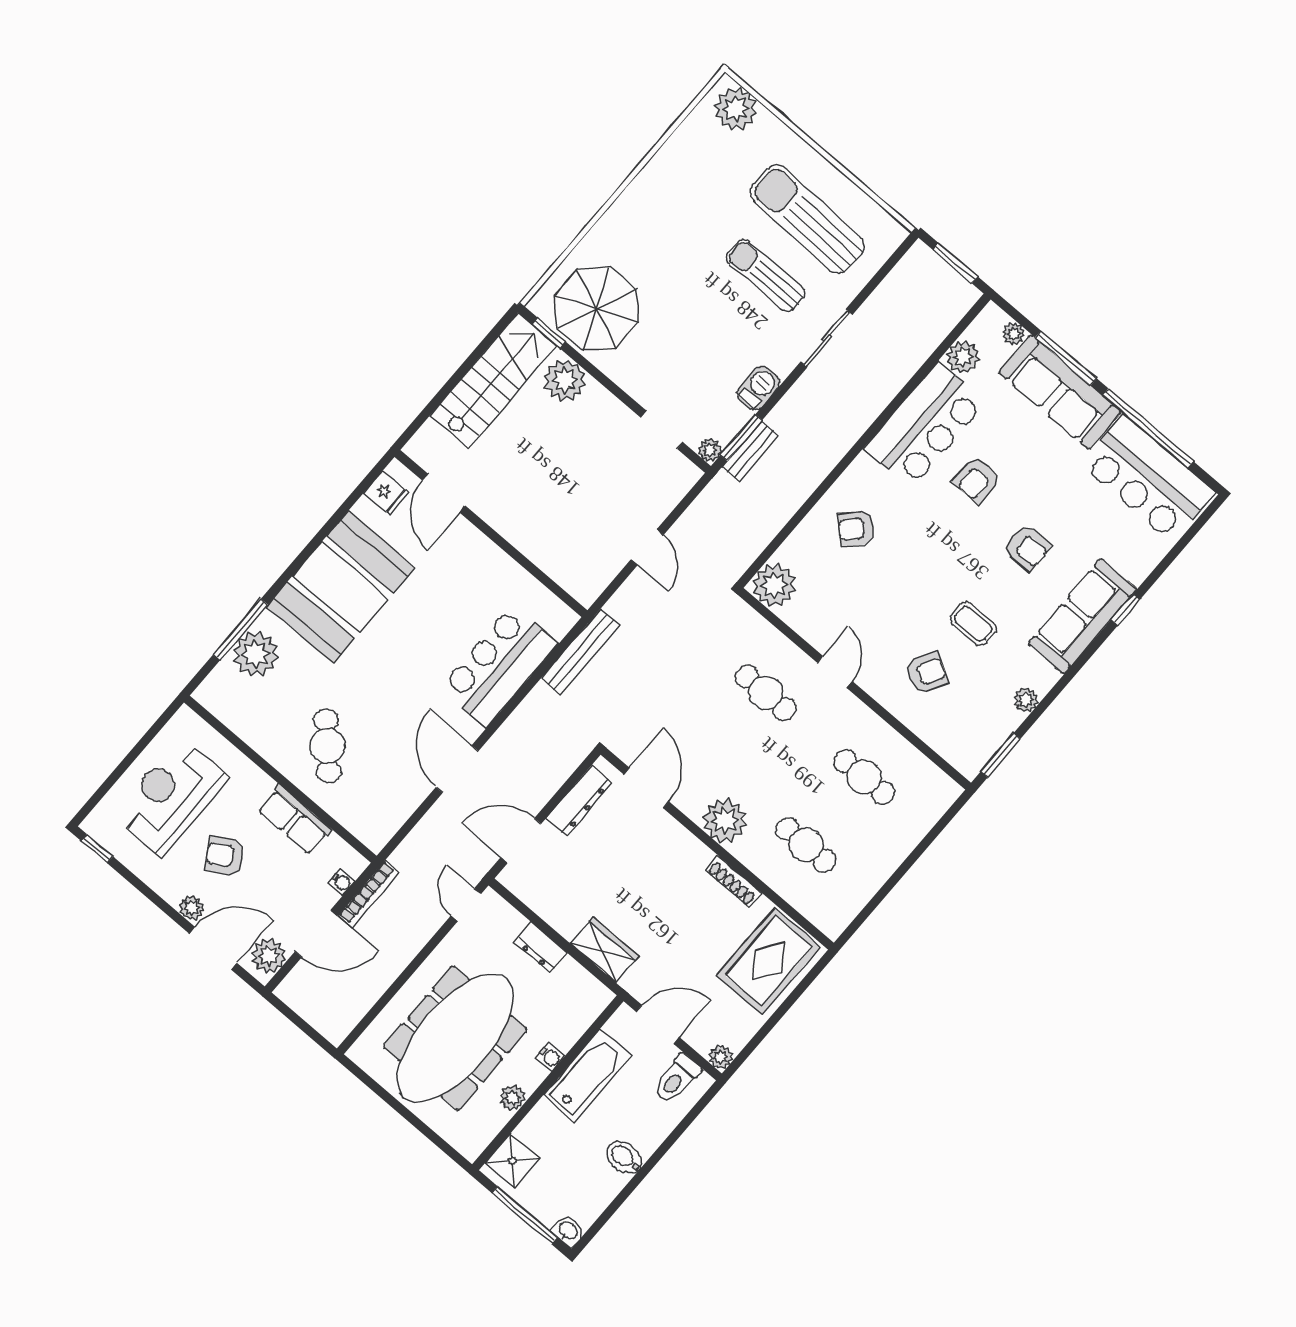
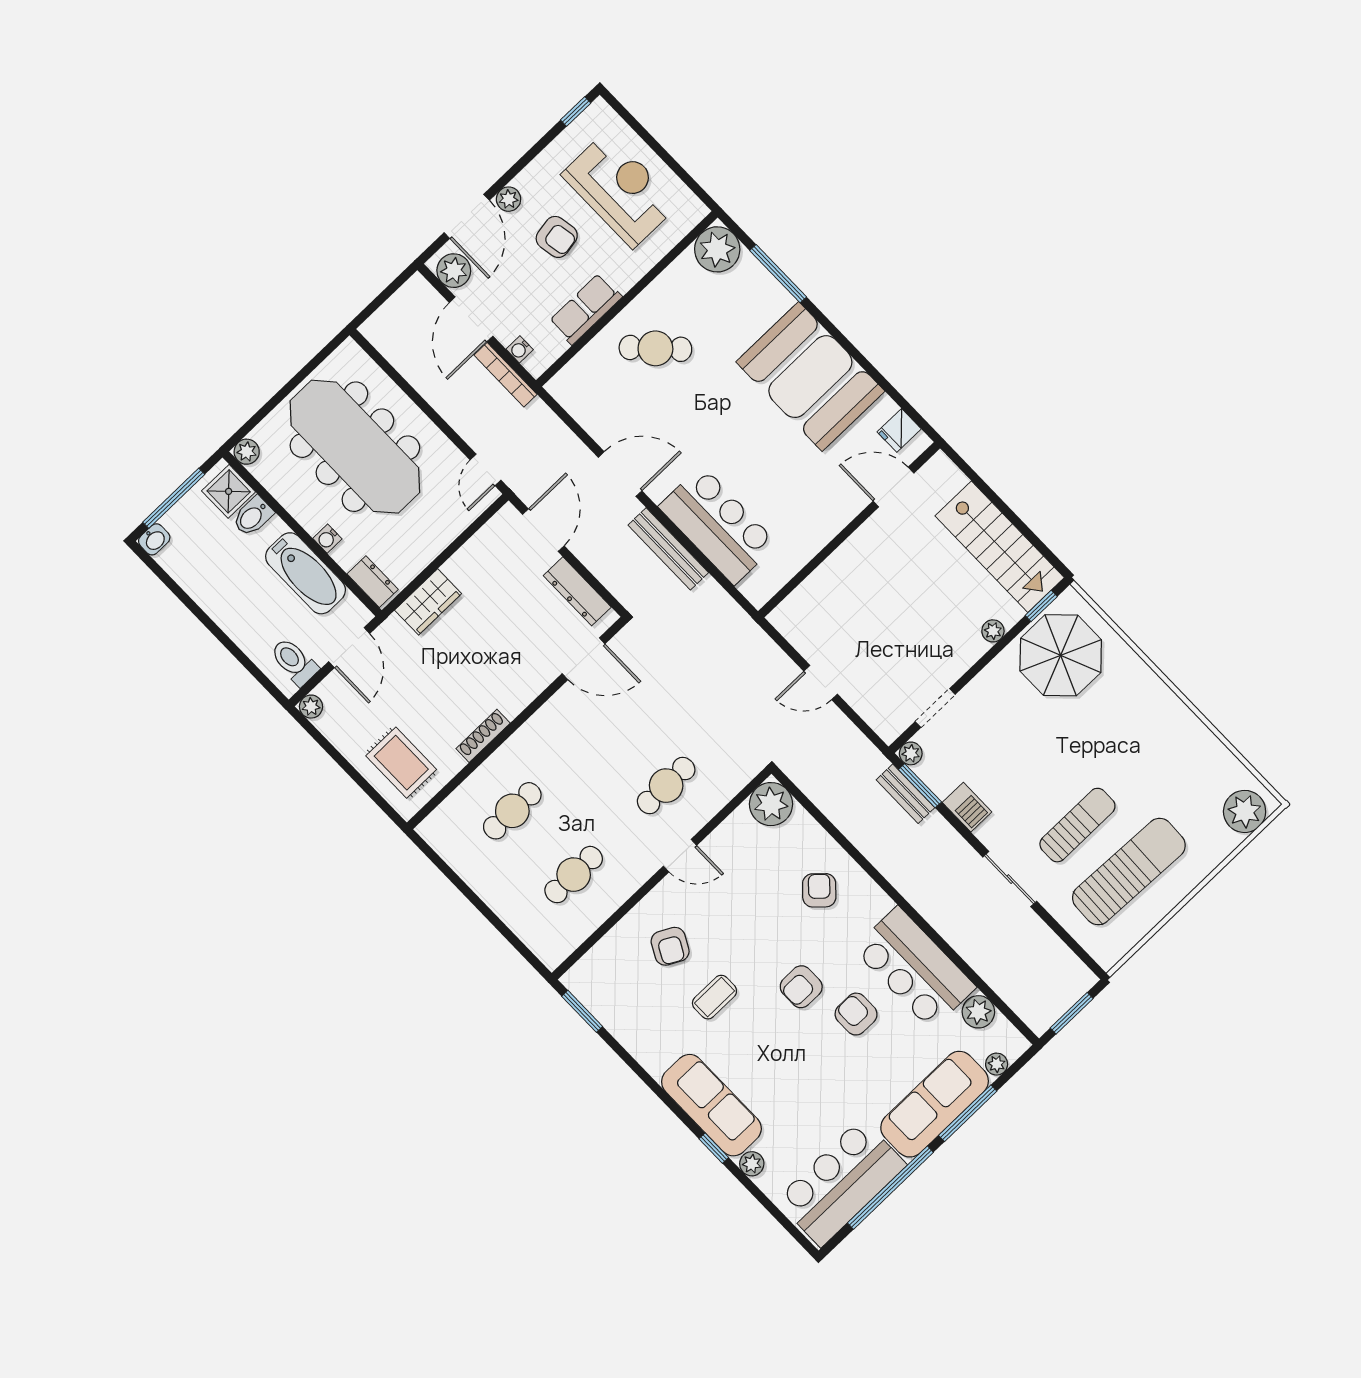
plant: (565, 380) -> (993, 631), width x0.53, depth x0.53
armchair: (1027, 548) -> (801, 987), moved
bench: (580, 652) -> (668, 549), moved
plant: (256, 654) -> (717, 249), moved
plant: (1026, 700) -> (752, 1164), moved
plant: (725, 821) -> (544, 733), removed
armchair: (225, 856) -> (557, 237), turned 111
door: (466, 905) -> (486, 470), swing flipped
dresser: (540, 947) -> (373, 582), moved, turned 90
rug: (768, 961) -> (401, 763), width x0.73, depth x0.70
plant: (513, 1098) -> (247, 452), moved
bidet: (625, 1158) -> (253, 516), moved, turned 180

